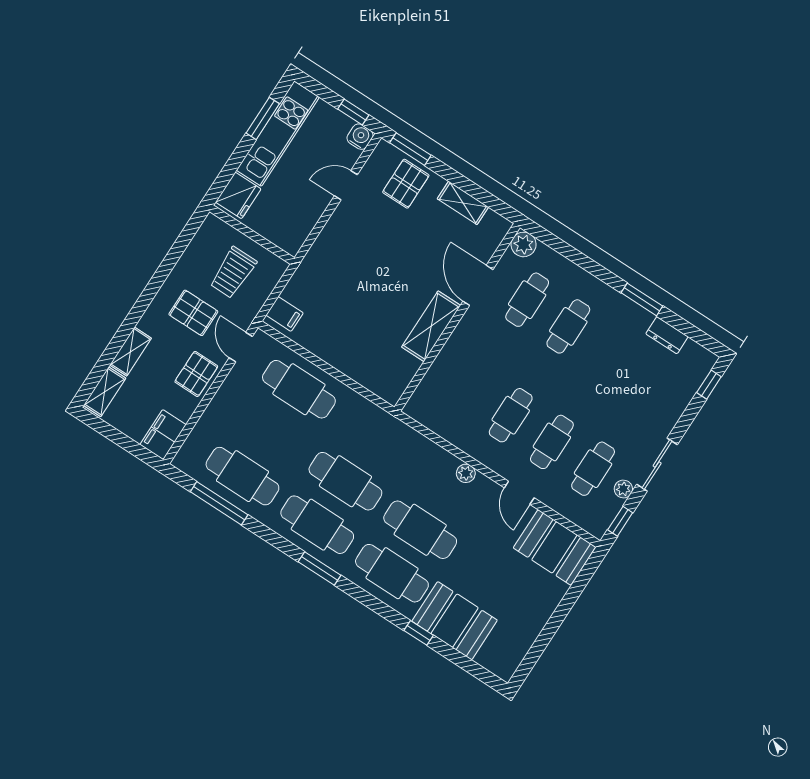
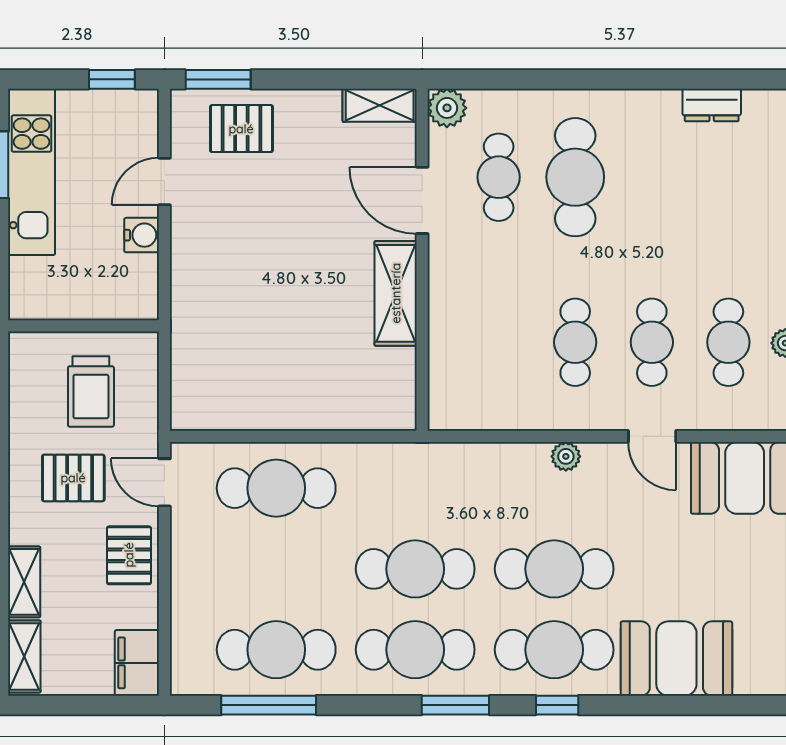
water cooler: (360, 137) -> (142, 235), moved, turned 90
pallet: (406, 184) -> (241, 129), turned 90
fridge: (238, 195) -> (32, 286), removed
shelving: (463, 203) -> (380, 105), moved
window: (642, 299) -> (648, 79), removed
filing cabinet: (285, 314) -> (194, 402), removed
cafe table: (568, 326) -> (575, 177), width x1.37, depth x1.35
window: (419, 633) -> (557, 705), moved

